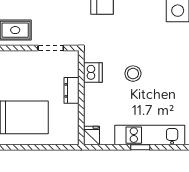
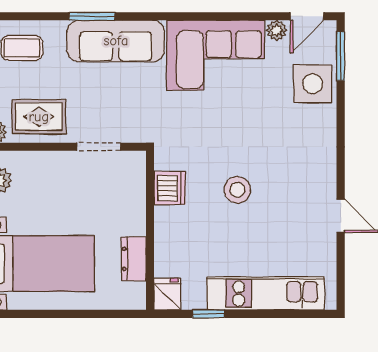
dresser: (72, 90) -> (134, 259), moved
window: (140, 147) -> (208, 314), moved

